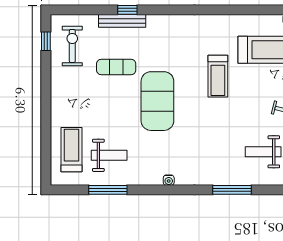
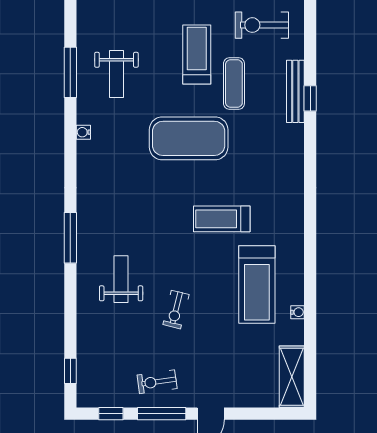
exercise bike: (72, 46) -> (262, 25), turned 180
treadmill: (71, 150) -> (197, 54), moved, turned -90
water cooler: (169, 180) -> (83, 132), moved

